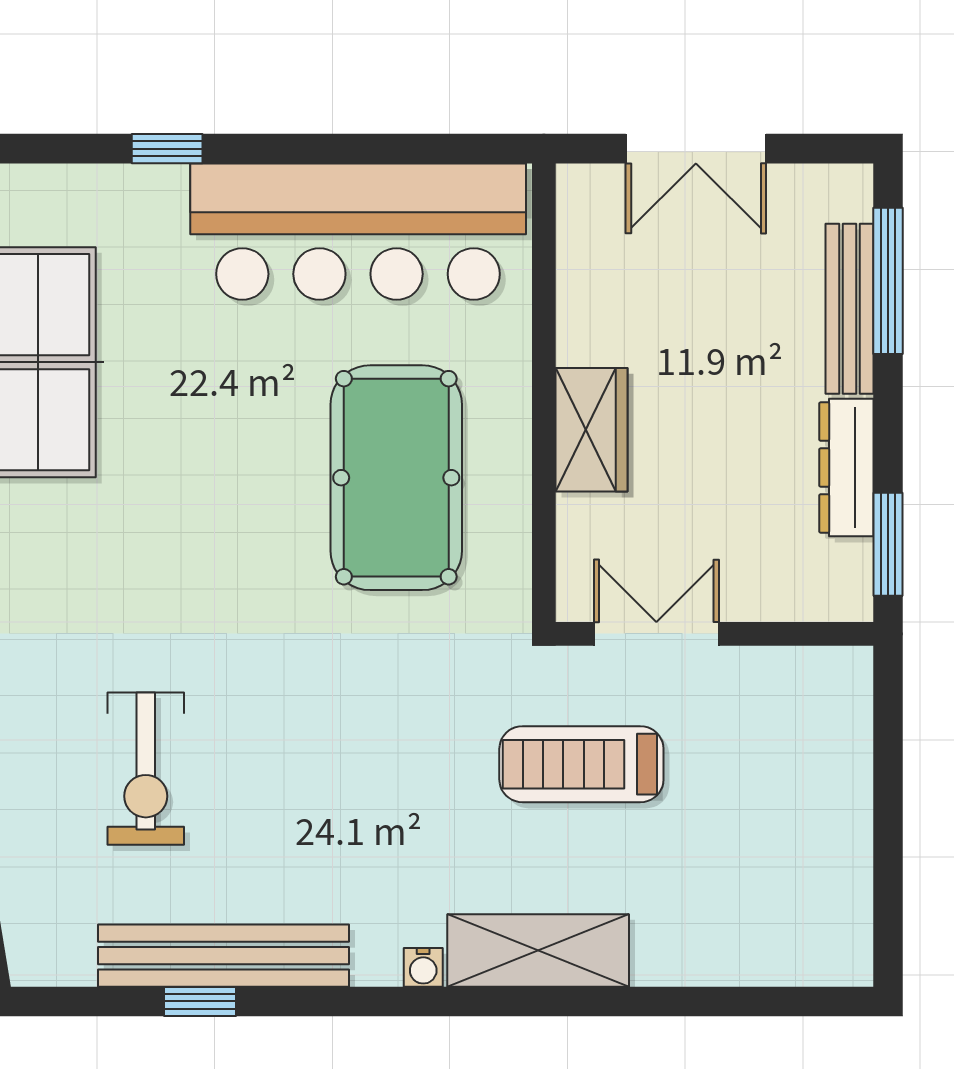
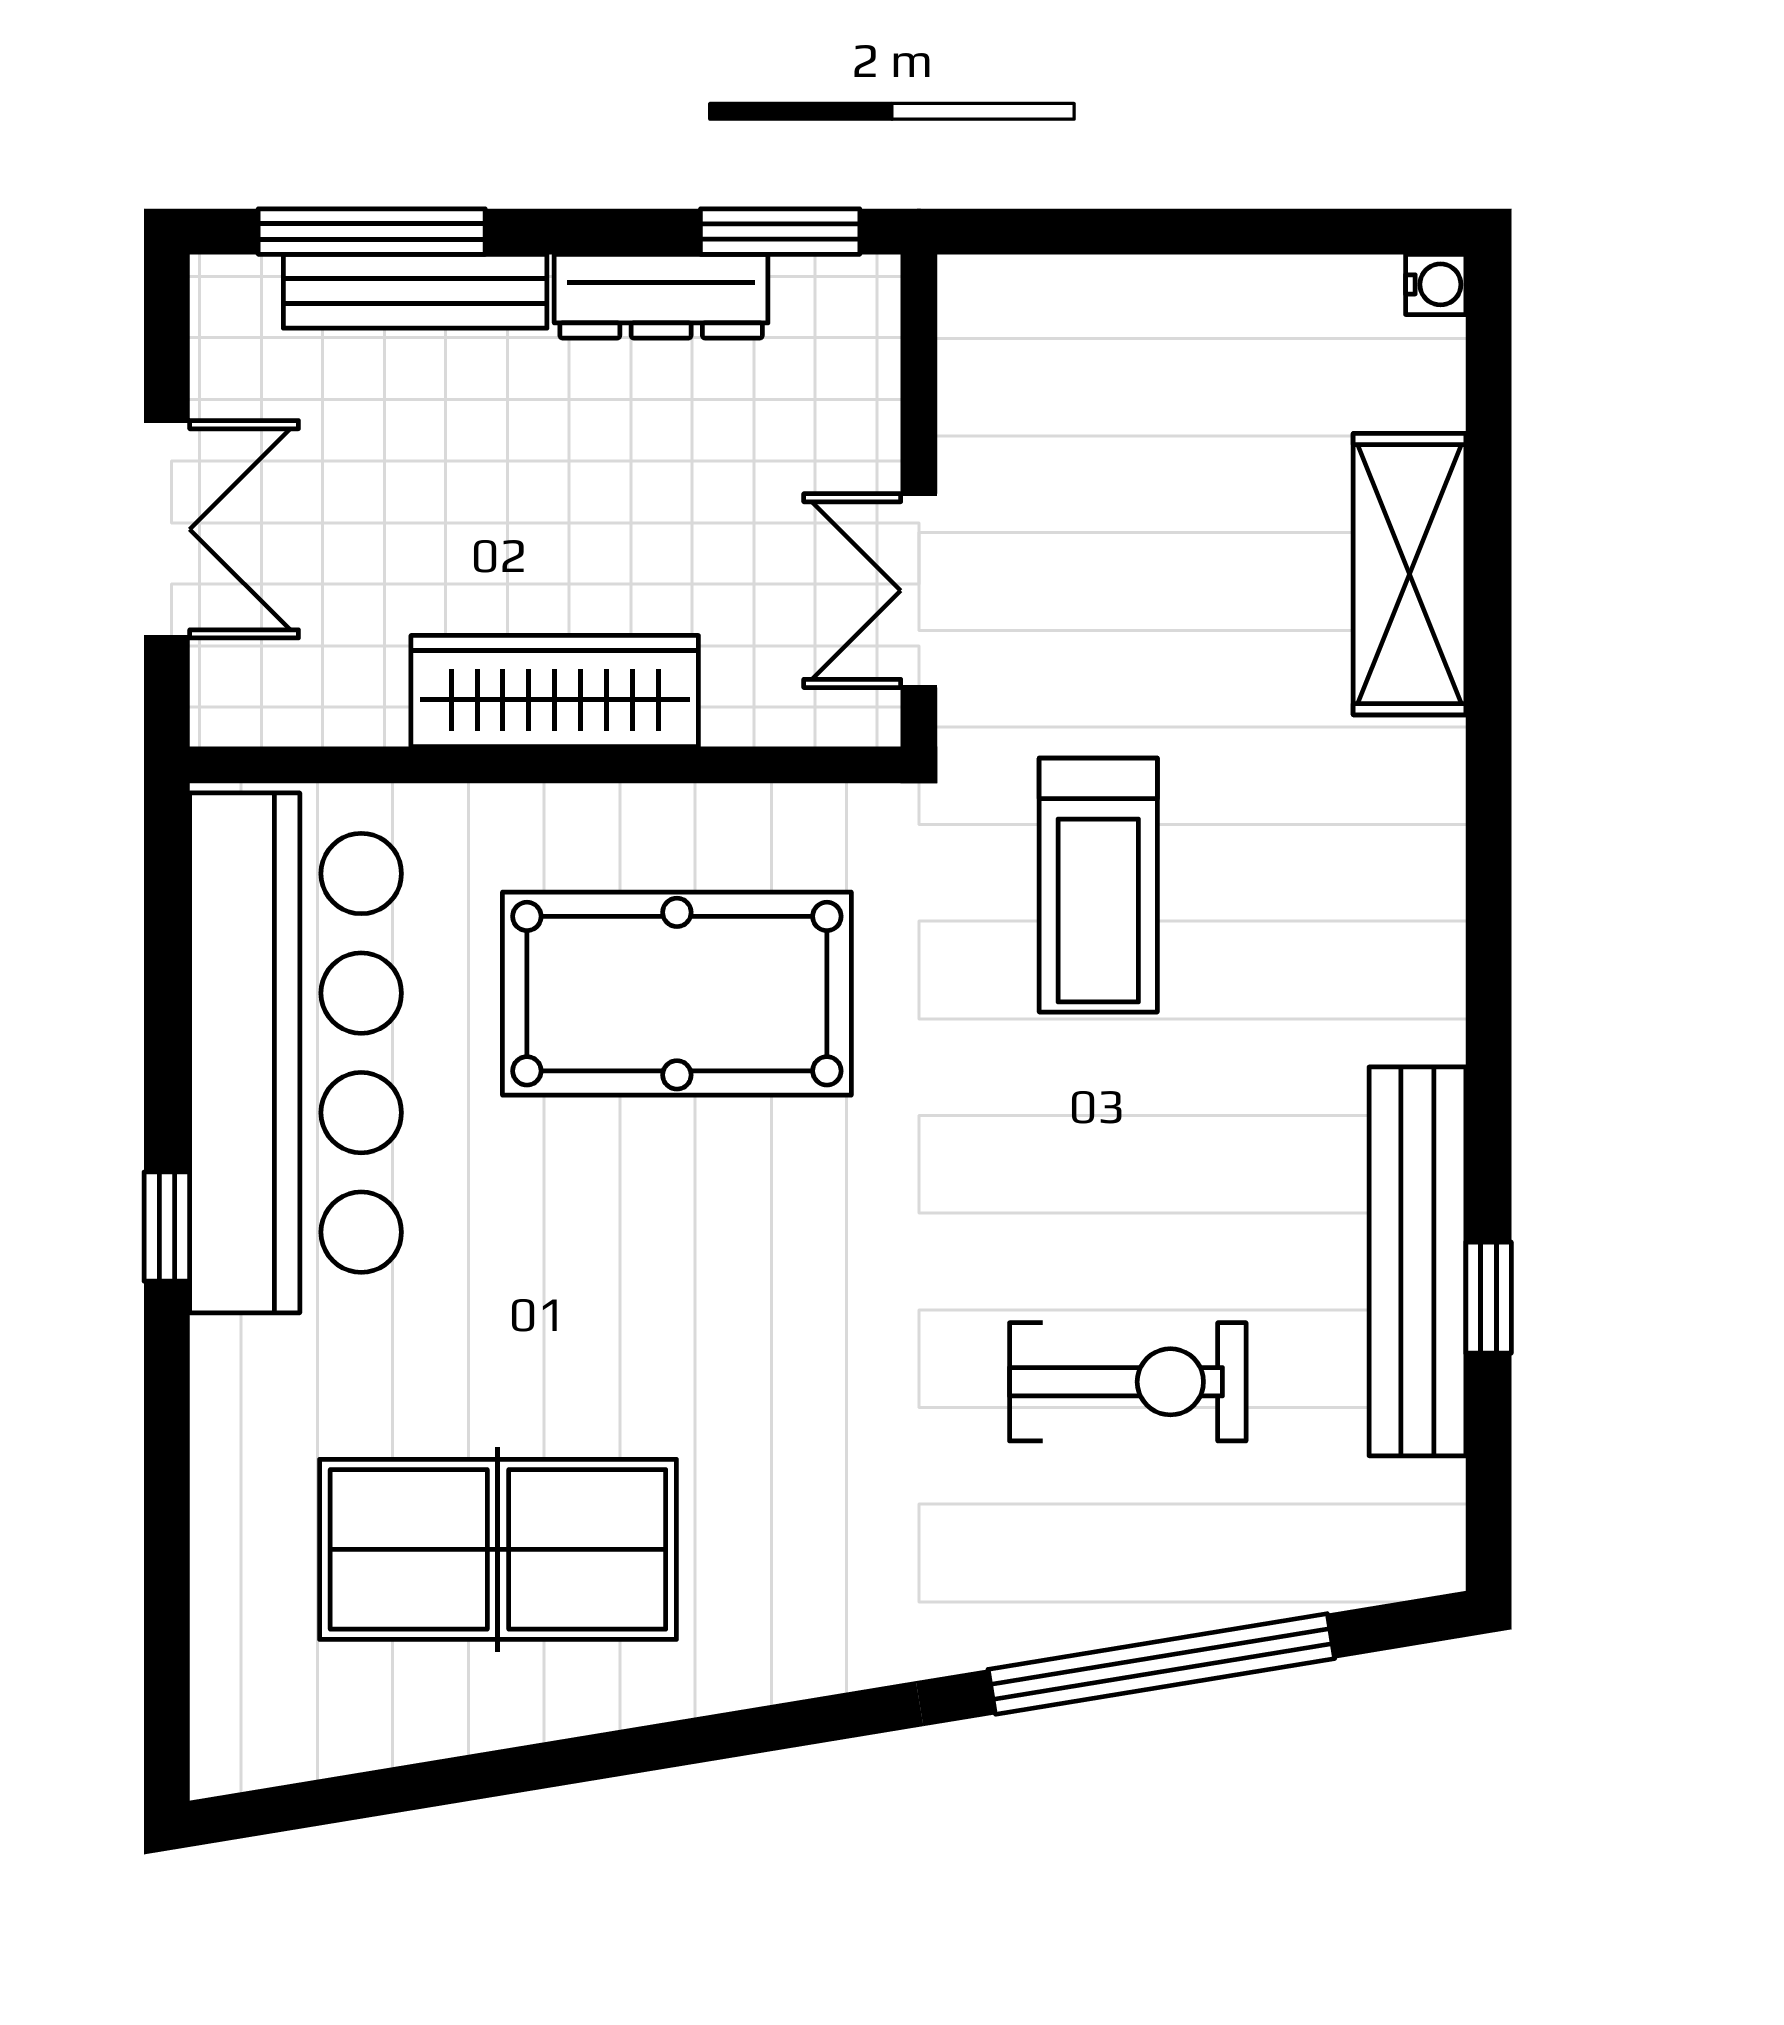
window: (167, 149) -> (167, 1227), moved
wardrobe: (592, 430) -> (555, 691), width x1.50
treadmill: (581, 764) -> (1098, 885), moved
shelving: (538, 950) -> (1409, 574), moved
water cooler: (423, 967) -> (1436, 284), moved

